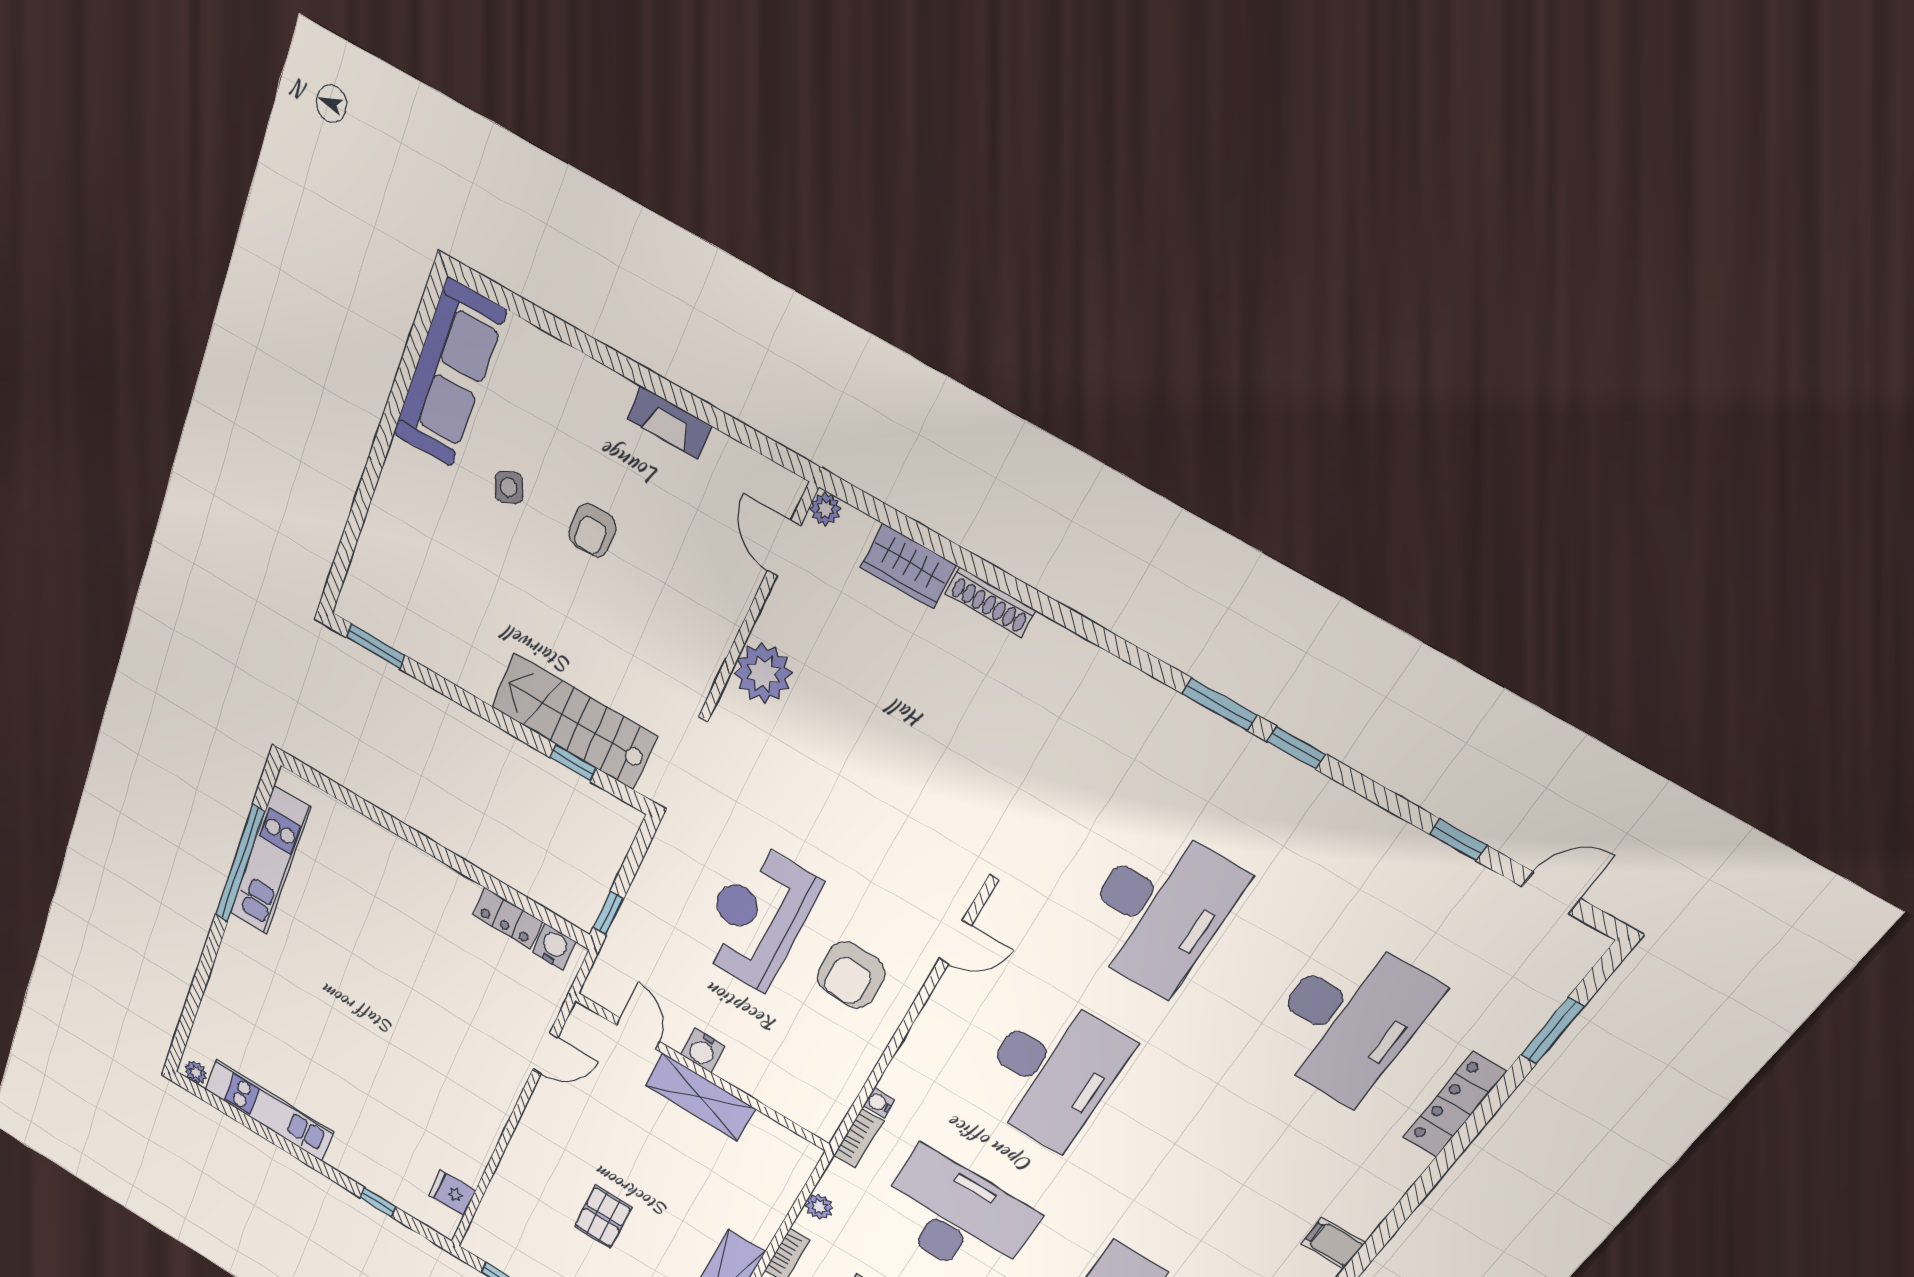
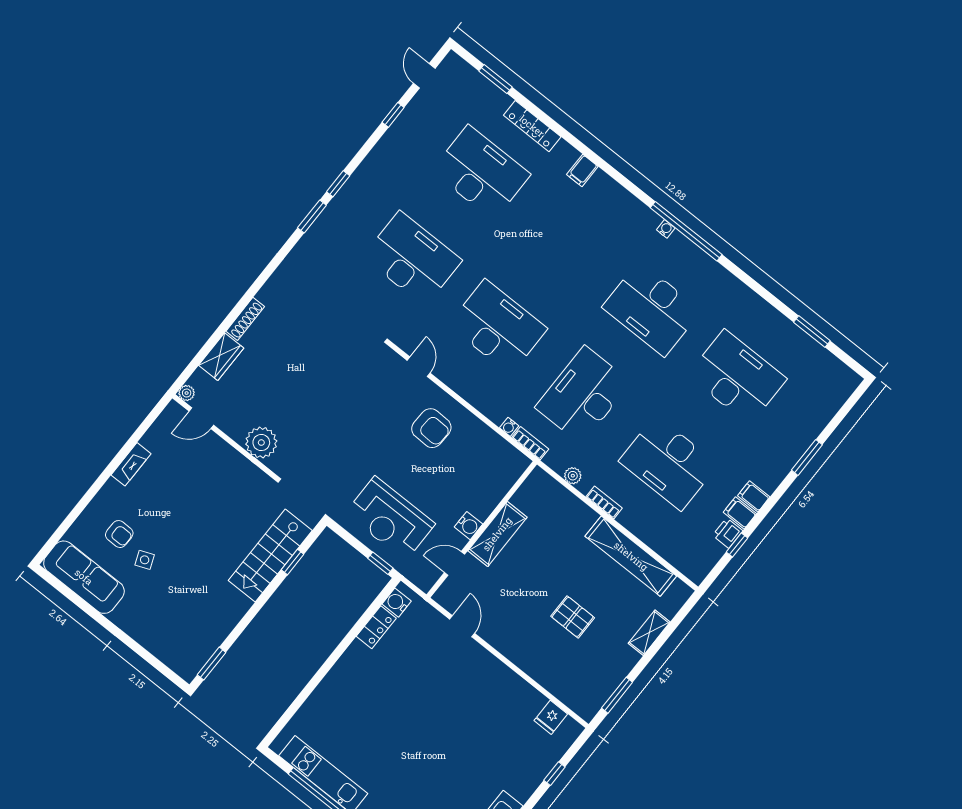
armchair: (592, 530) -> (119, 534), moved
reception desk: (757, 917) -> (390, 519), moved
filing cabinet: (1333, 1243) -> (582, 171), moved

